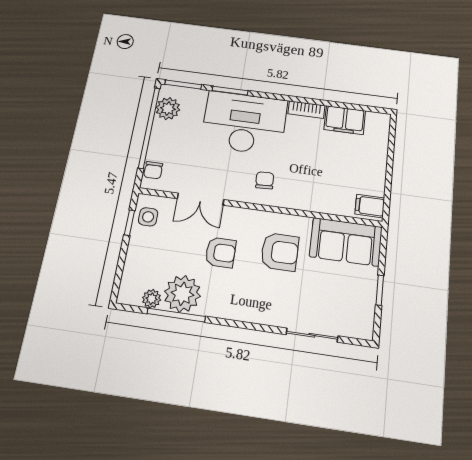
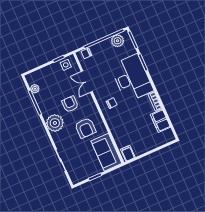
armchair: (221, 252) -> (70, 104), turned 180
plant: (182, 294) -> (55, 123), moved

